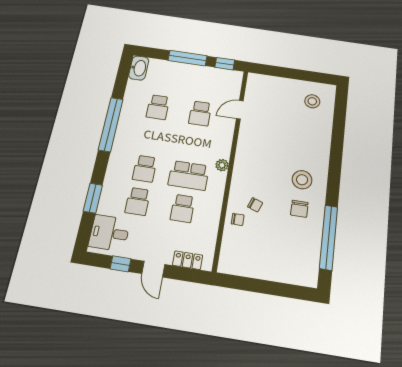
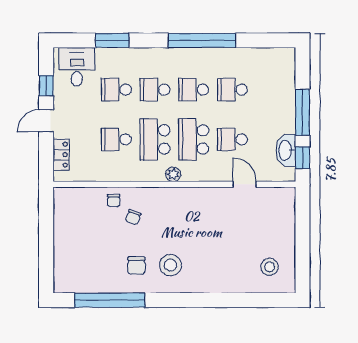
washbasin: (139, 68) -> (286, 150), moved, turned 90
school desk: (151, 137) -> (194, 90), added
school desk: (195, 144) -> (194, 139), added
chair: (299, 209) -> (136, 266), turned -90

